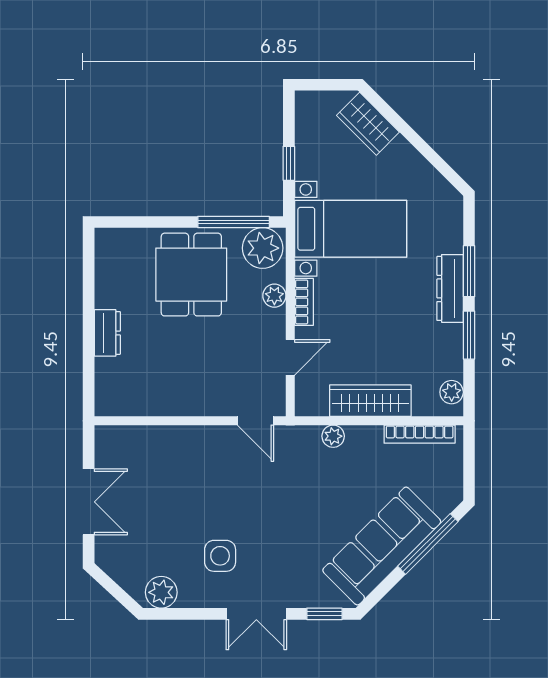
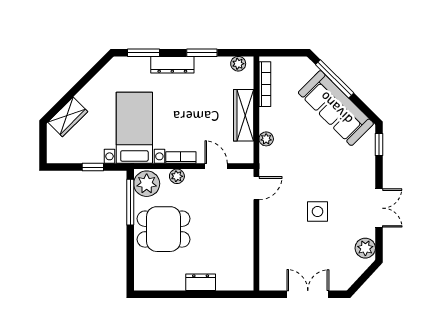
window: (469, 271) -> (144, 53), moved
side table: (220, 556) -> (318, 211), moved
double door: (256, 614) -> (379, 208), moved

